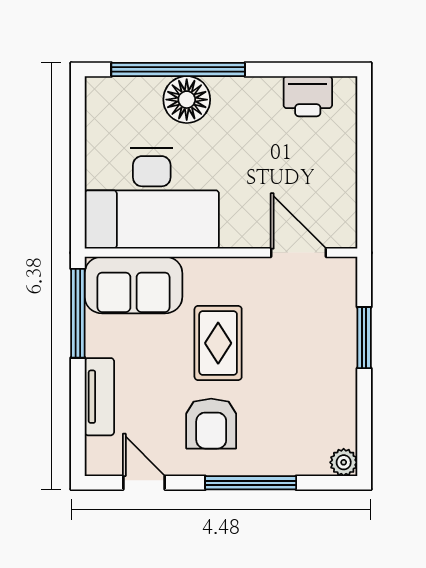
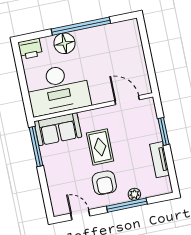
window: (178, 69) -> (81, 26), moved
printer: (308, 96) -> (30, 49), moved
tv unit: (99, 397) -> (159, 160), moved, turned 180
plant: (344, 462) -> (134, 194), moved

